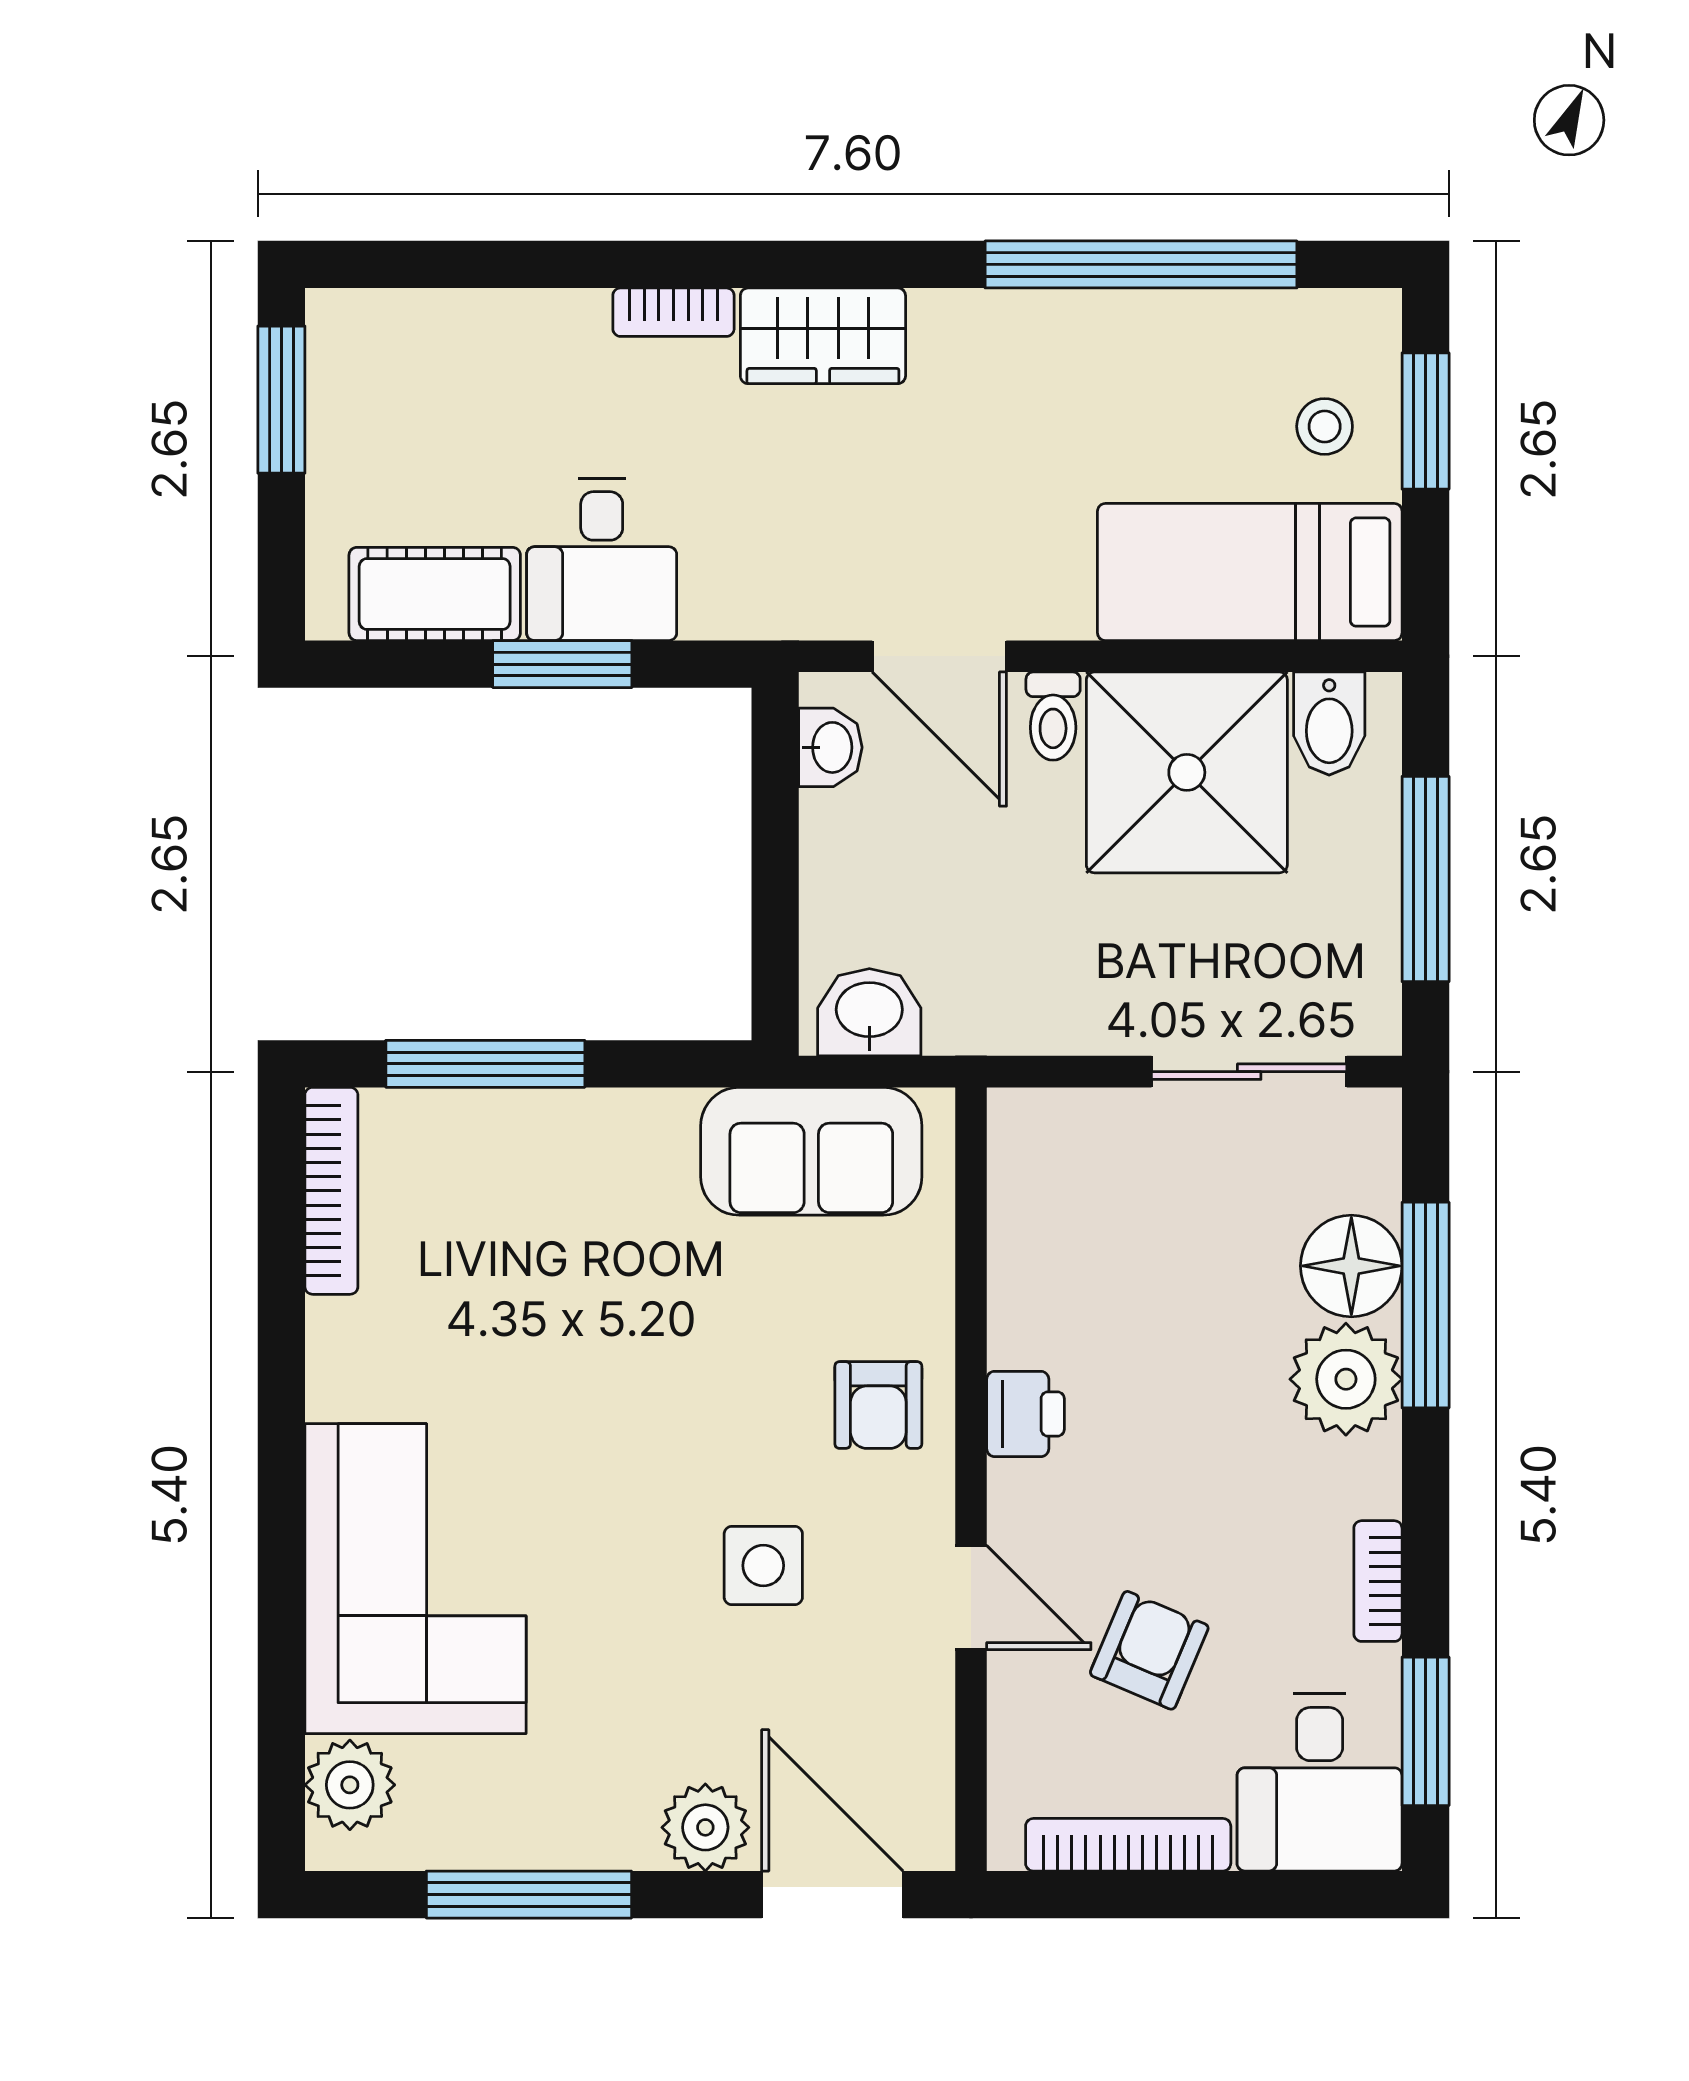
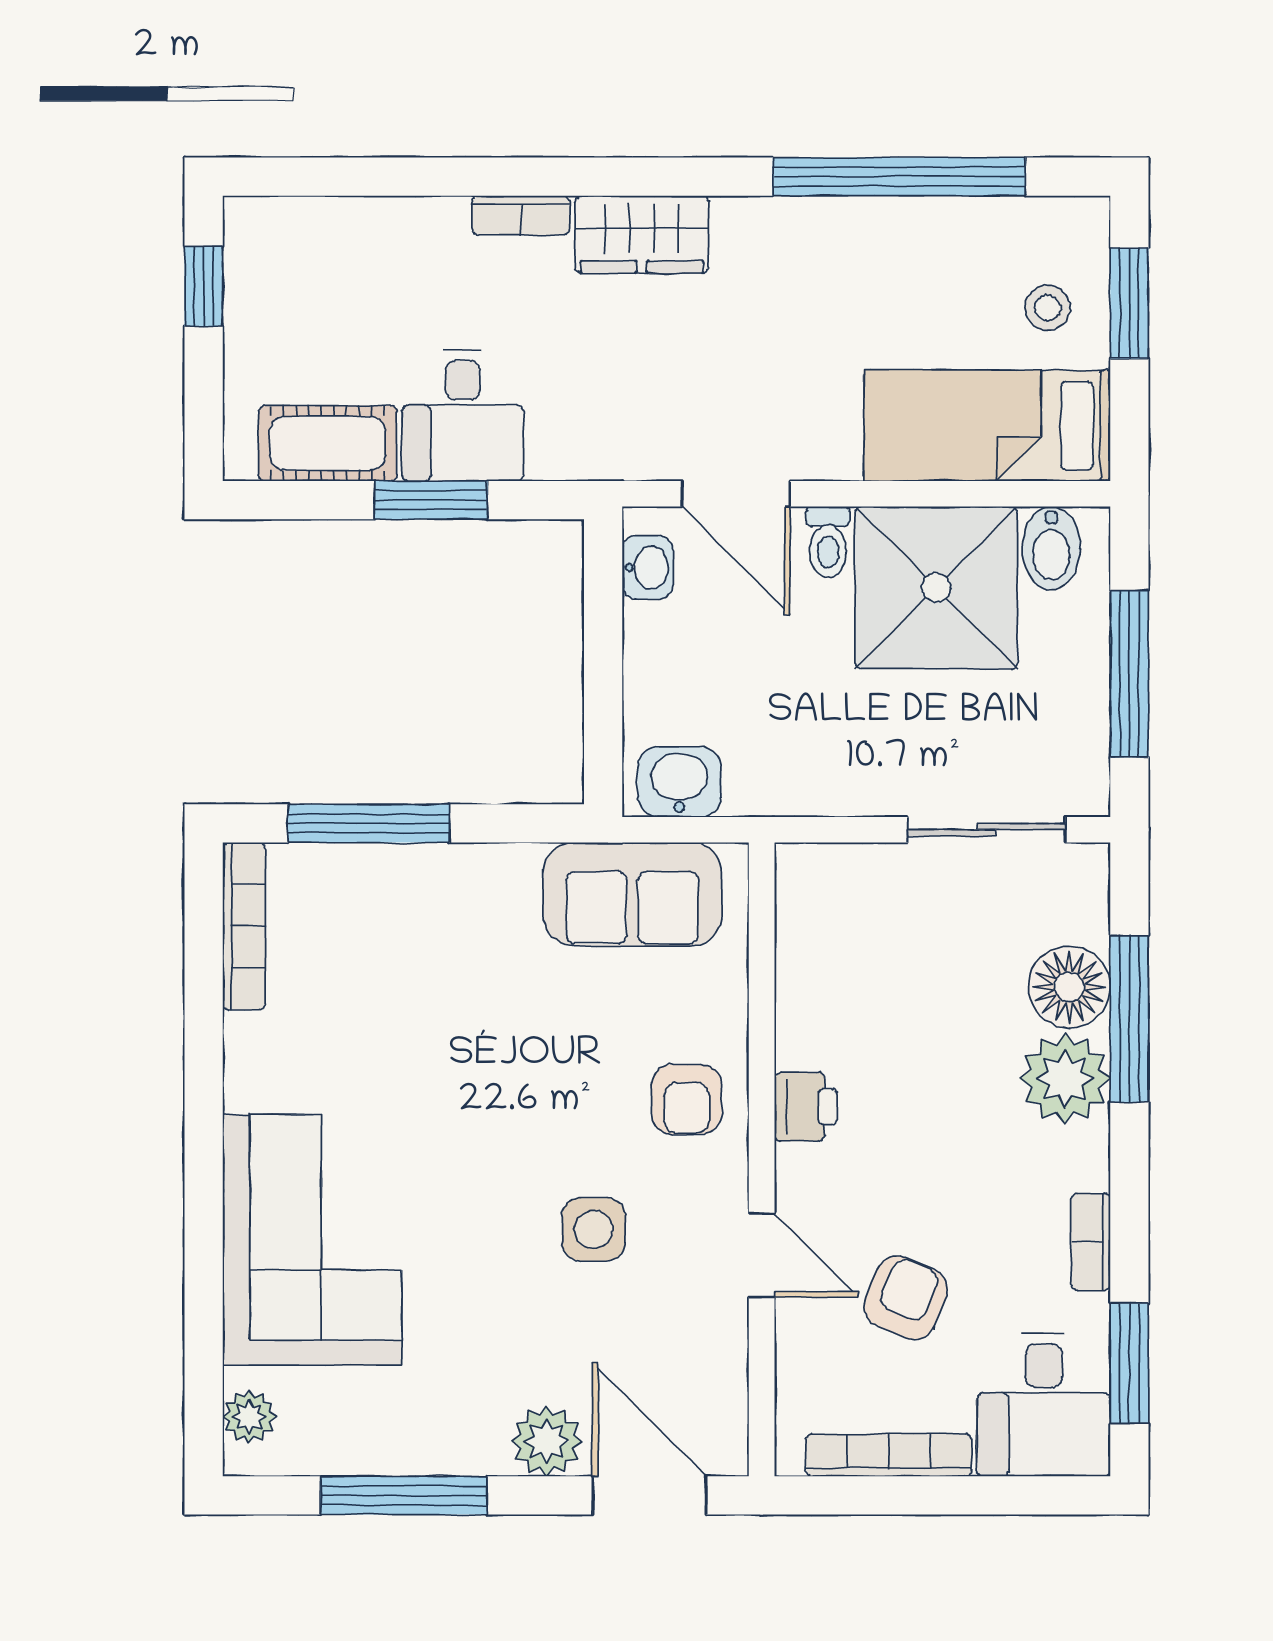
window: (281, 400) -> (204, 286), width x0.67
plant: (350, 1785) -> (249, 1417), width x0.73, depth x0.73

